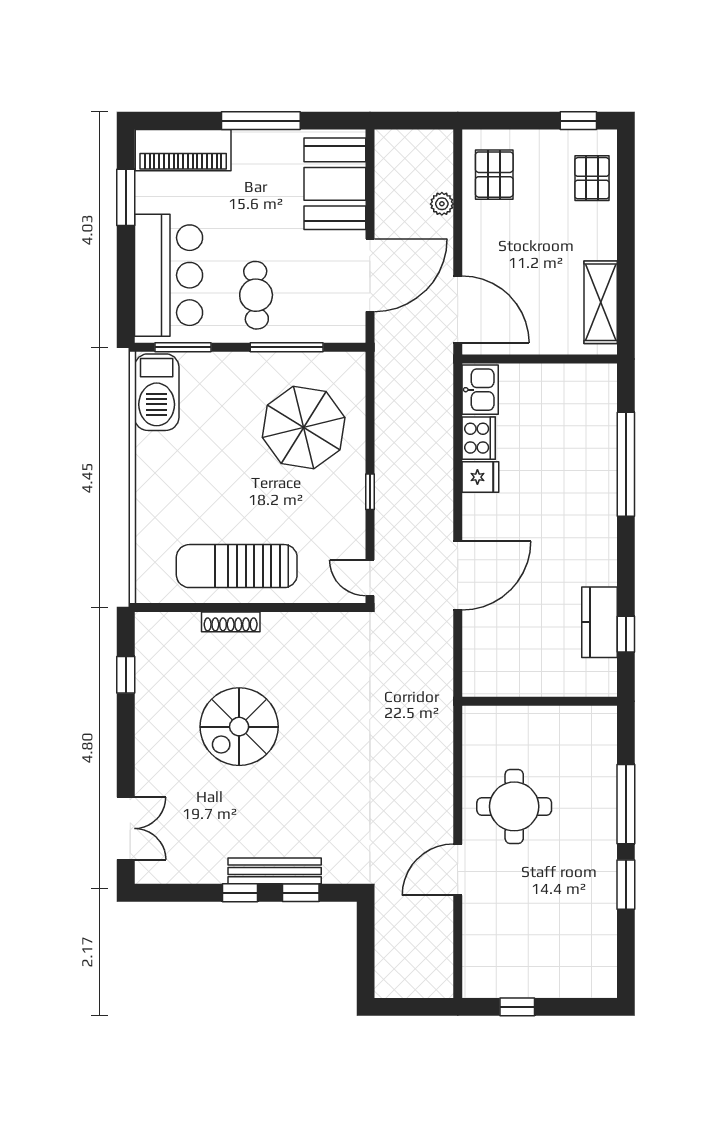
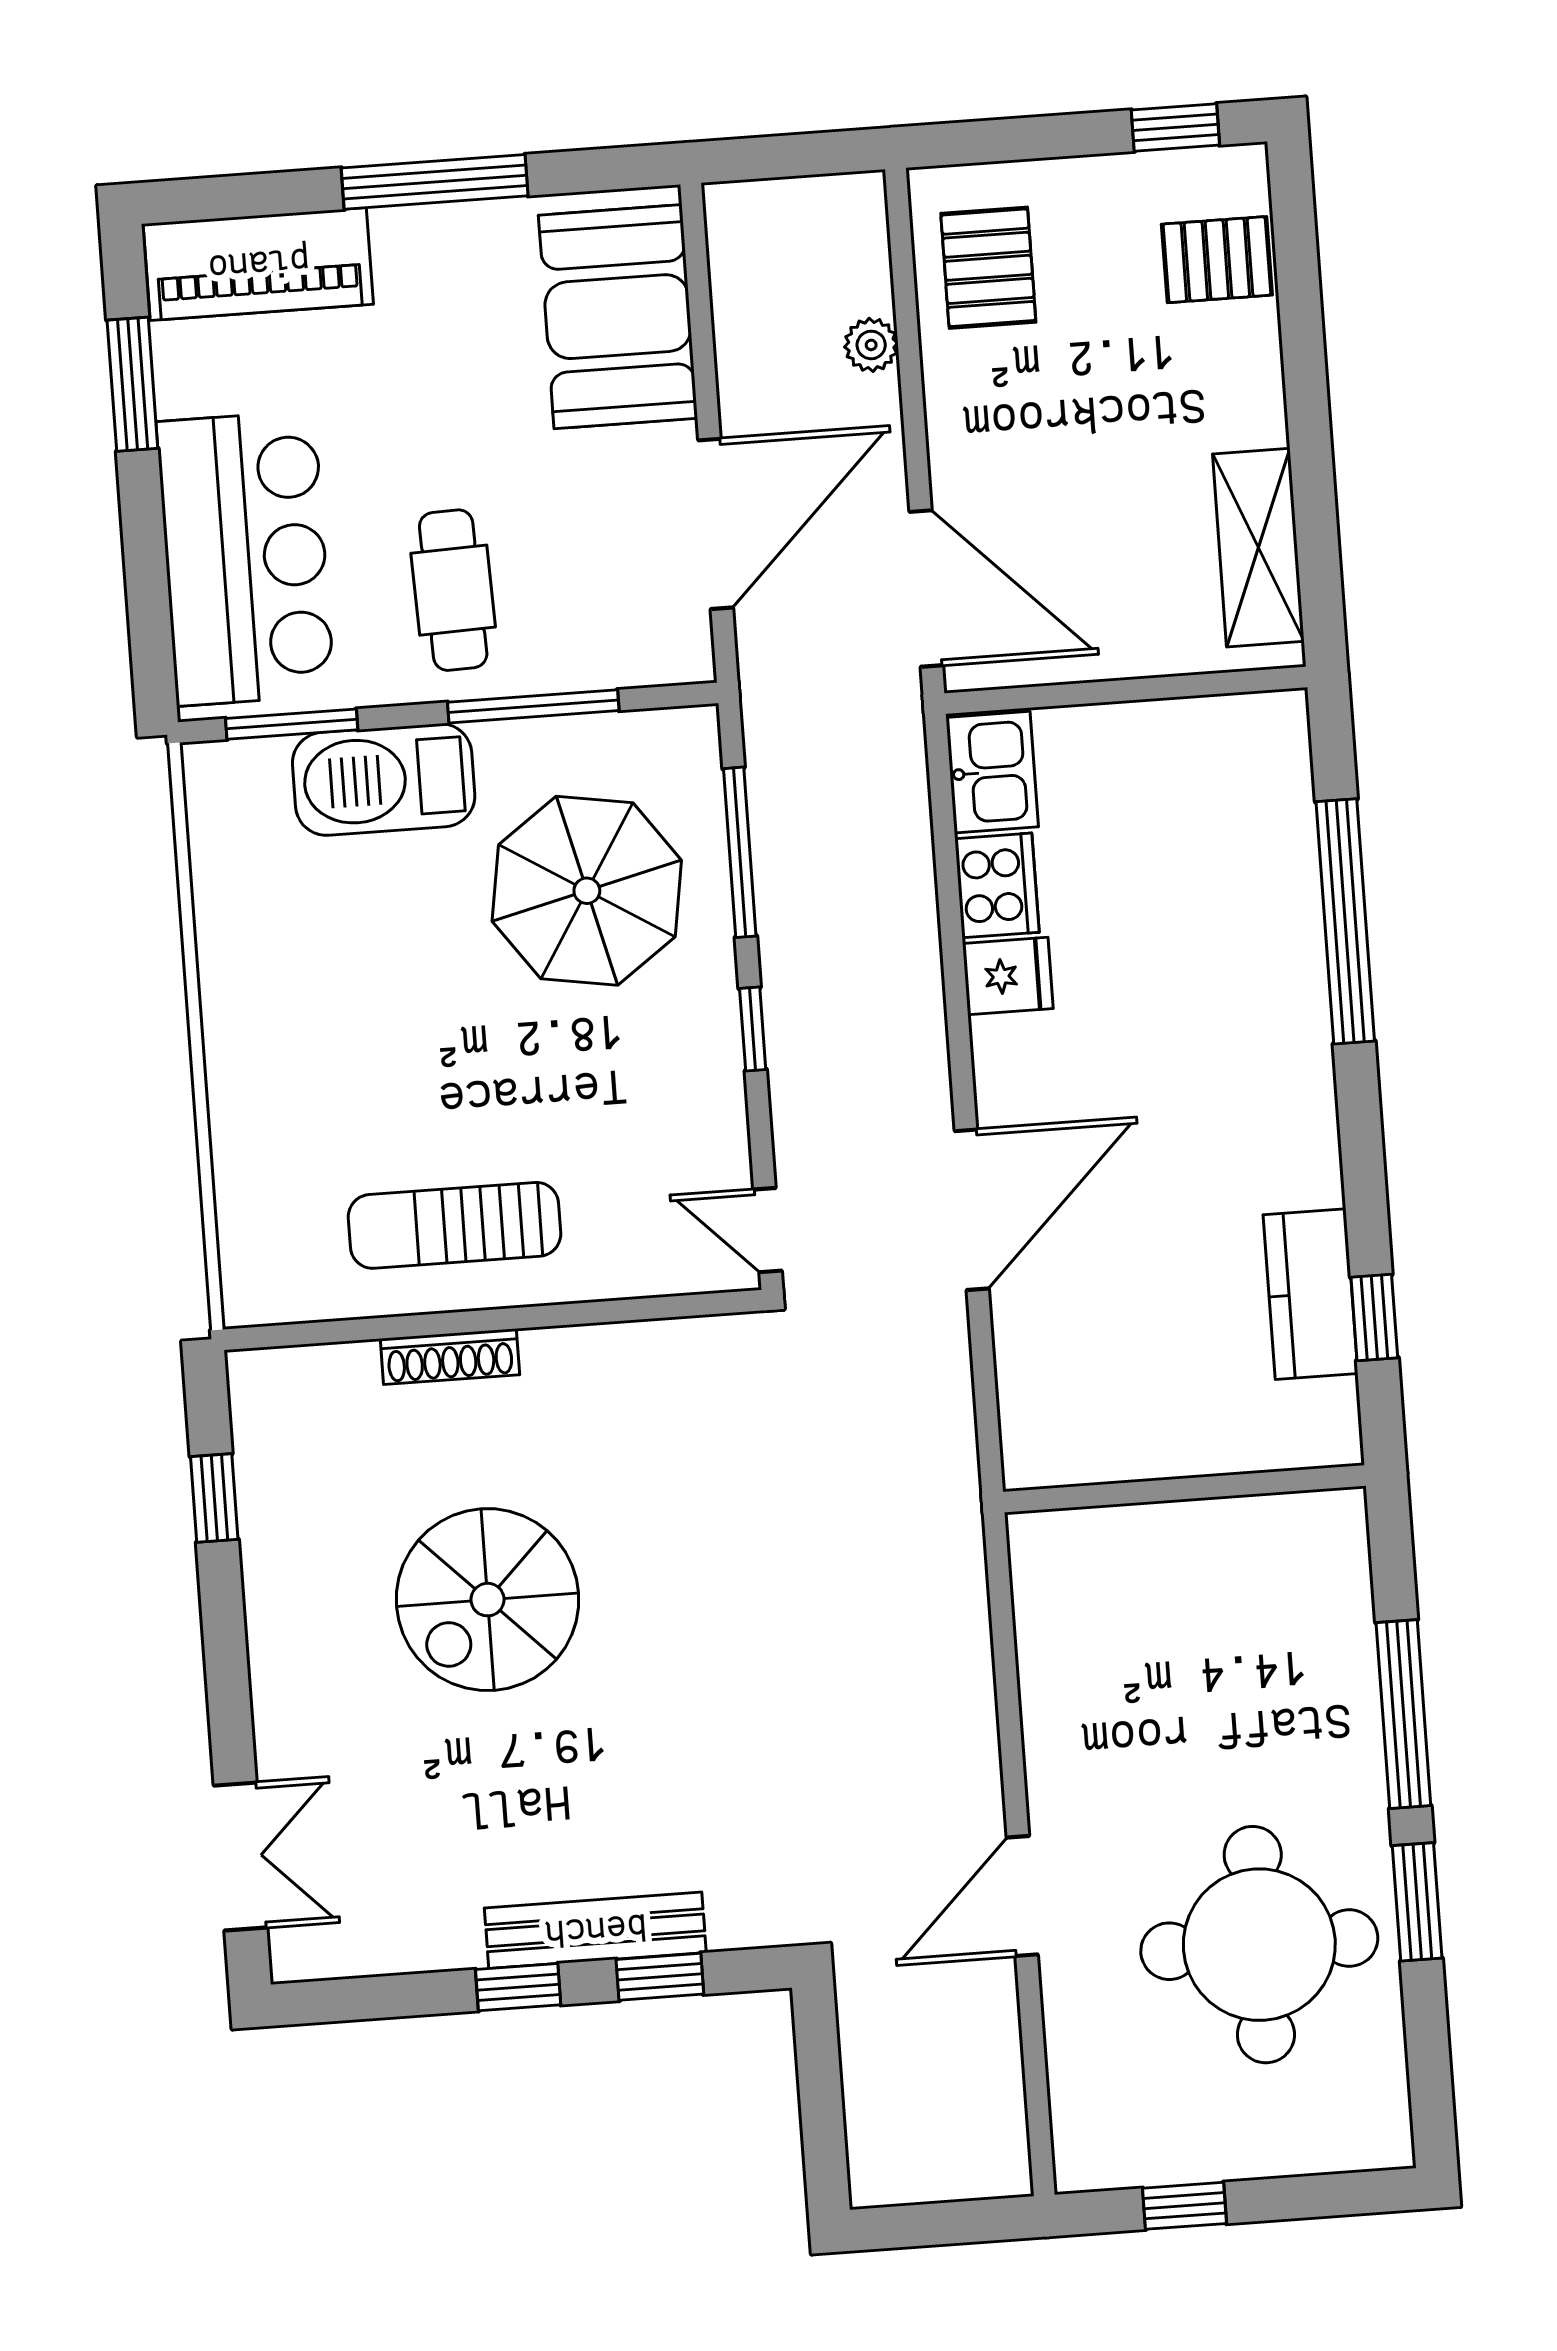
pallet: (592, 178) -> (1217, 260), turned 90
barbecue: (157, 392) -> (384, 780), moved, turned 90
window: (370, 416) -> (740, 852), added
sun lounger: (237, 566) -> (455, 1225), width x0.73, depth x0.75
round table: (514, 806) -> (1259, 1945), moved, width x1.36, depth x1.36

